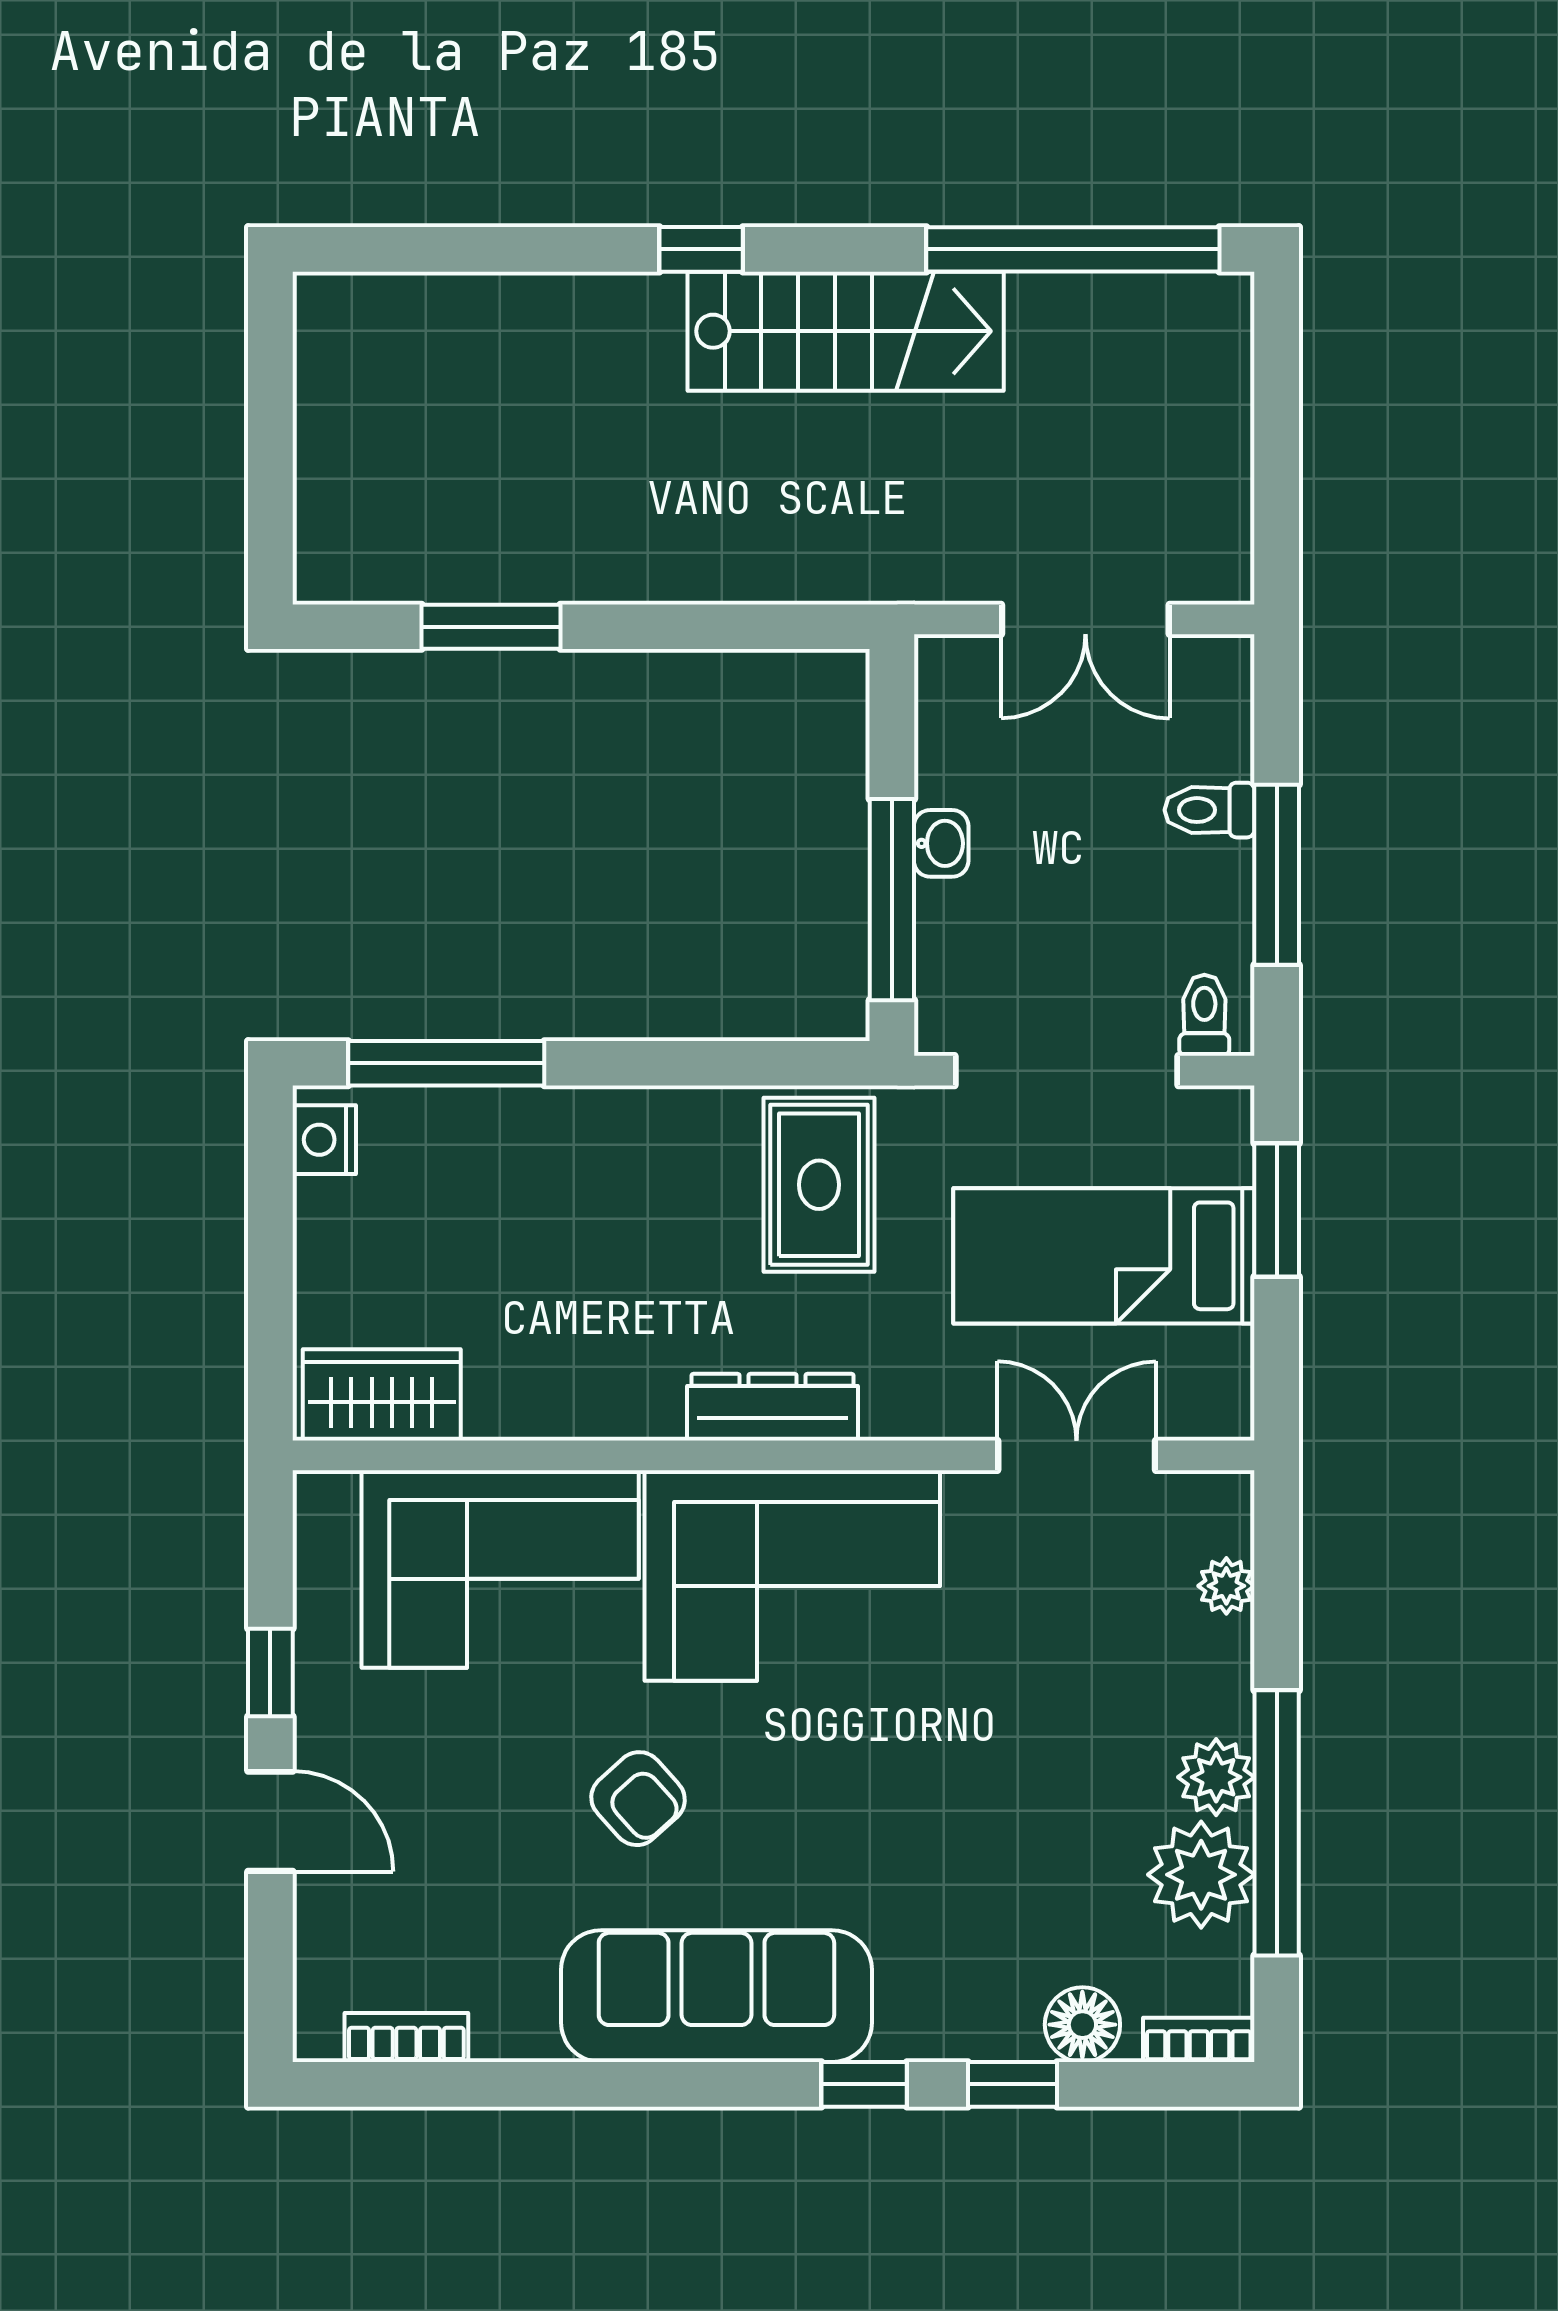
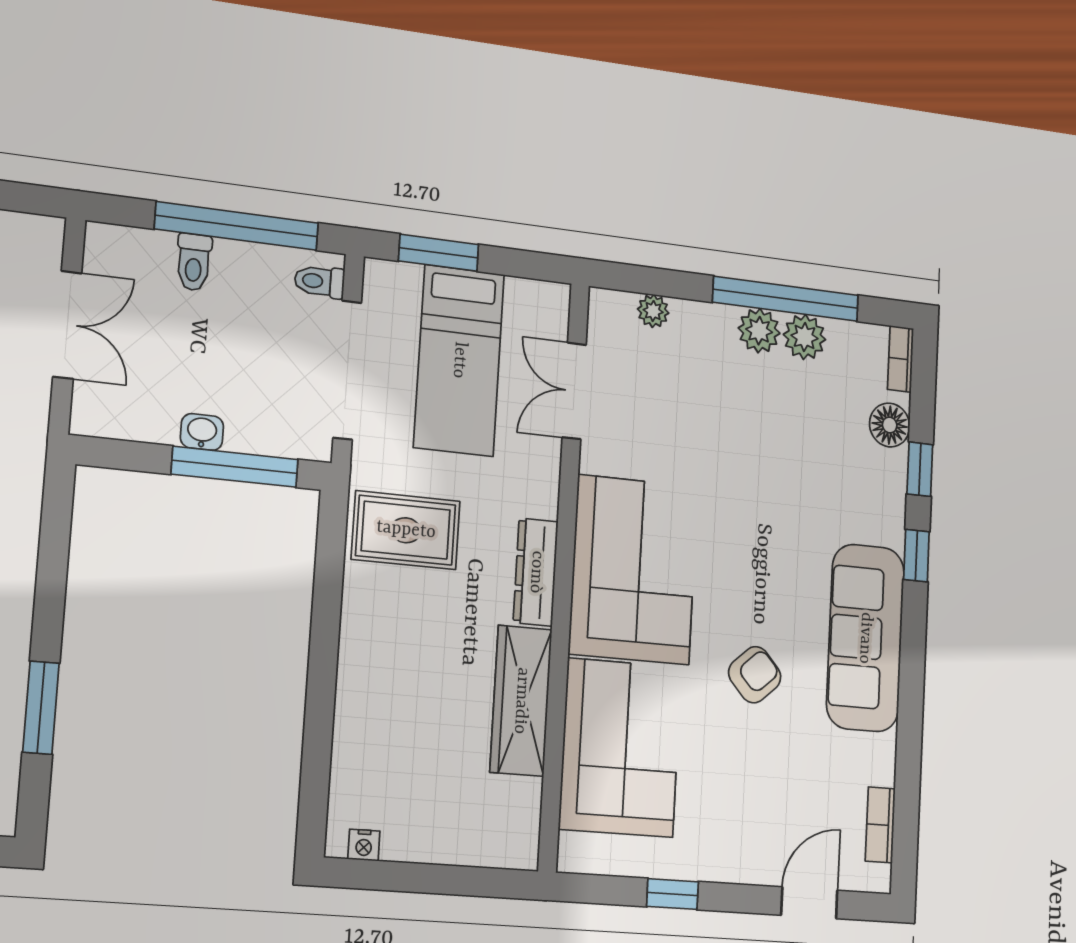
window: (1277, 875) -> (237, 226), width x1.46
window: (446, 1063) -> (316, 758), removed
nightstand: (324, 1140) -> (364, 845), width x0.72, depth x0.74
wardrobe: (382, 1395) -> (521, 701), moved, width x1.50
door: (270, 1821) -> (809, 903), moved
plant: (1201, 1875) -> (805, 337), width x0.73, depth x0.73

